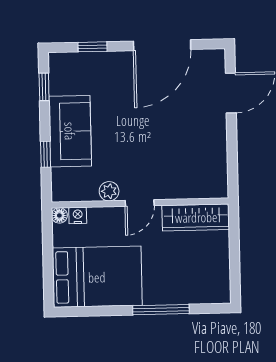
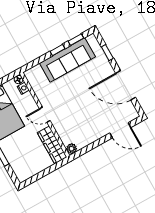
sofa: (70, 131) -> (67, 60), width x1.36
window: (46, 154) -> (57, 50), moved
plant: (109, 191) -> (72, 149), moved

